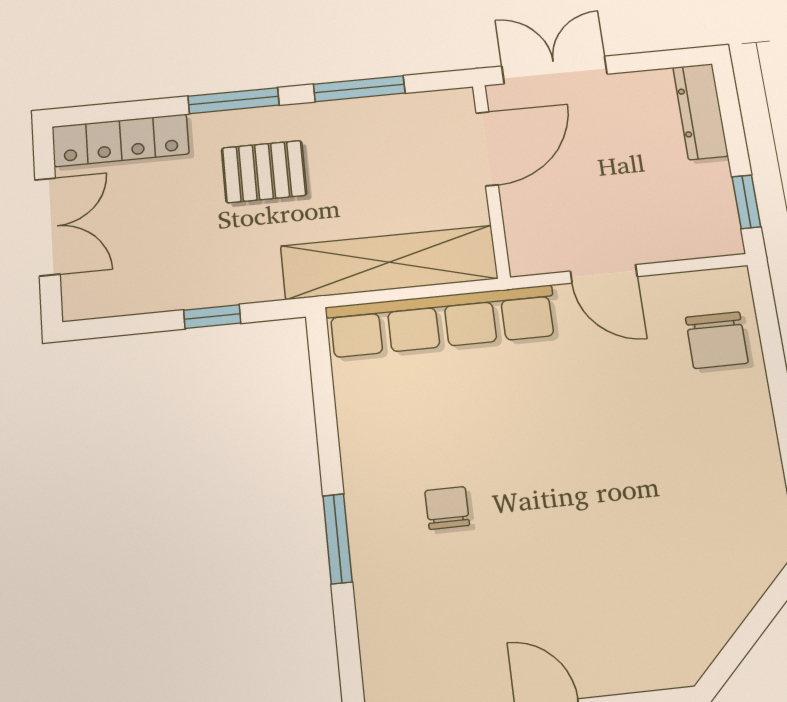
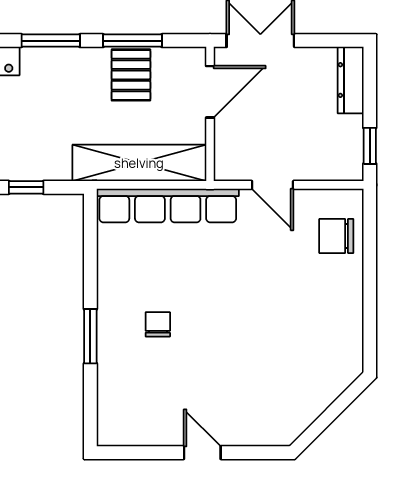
pallet: (264, 172) -> (131, 75), moved, turned 90
chair: (717, 340) -> (336, 236), turned 90

